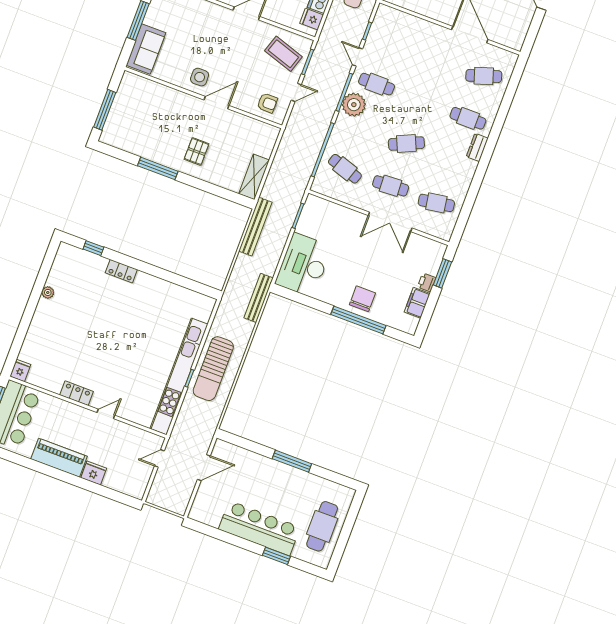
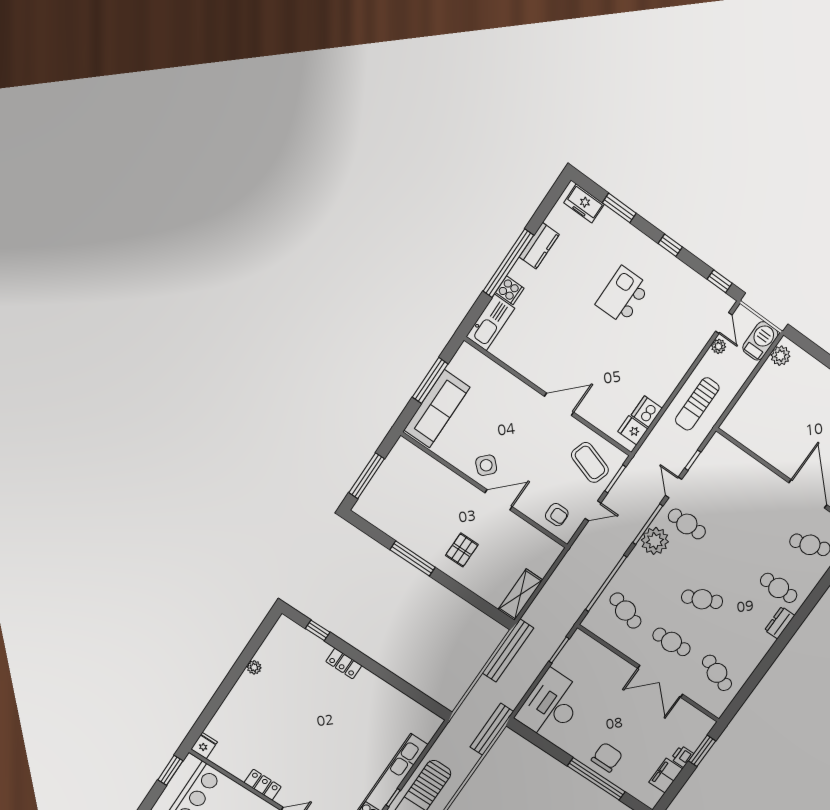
sofa: (146, 49) -> (437, 409), width x1.36
side table: (200, 77) -> (486, 465), turned 45
cafe table: (436, 203) -> (717, 673), turned 30

